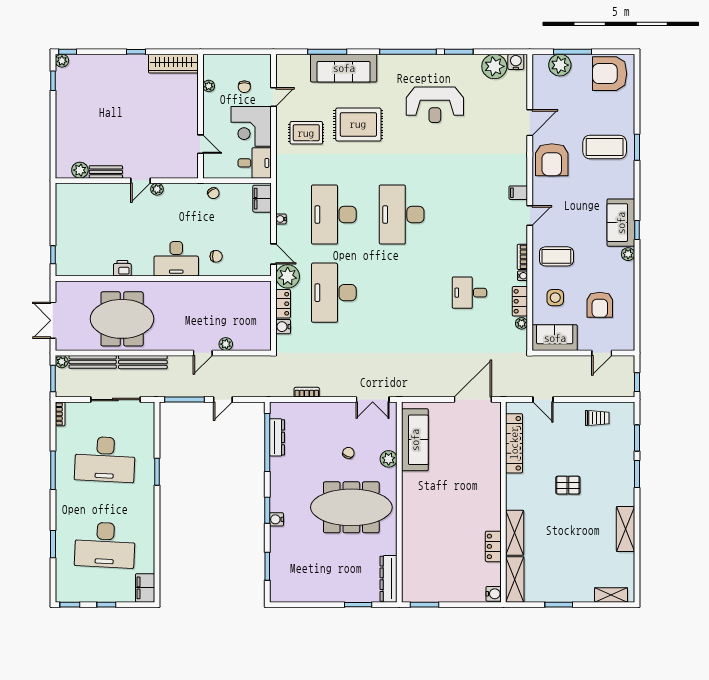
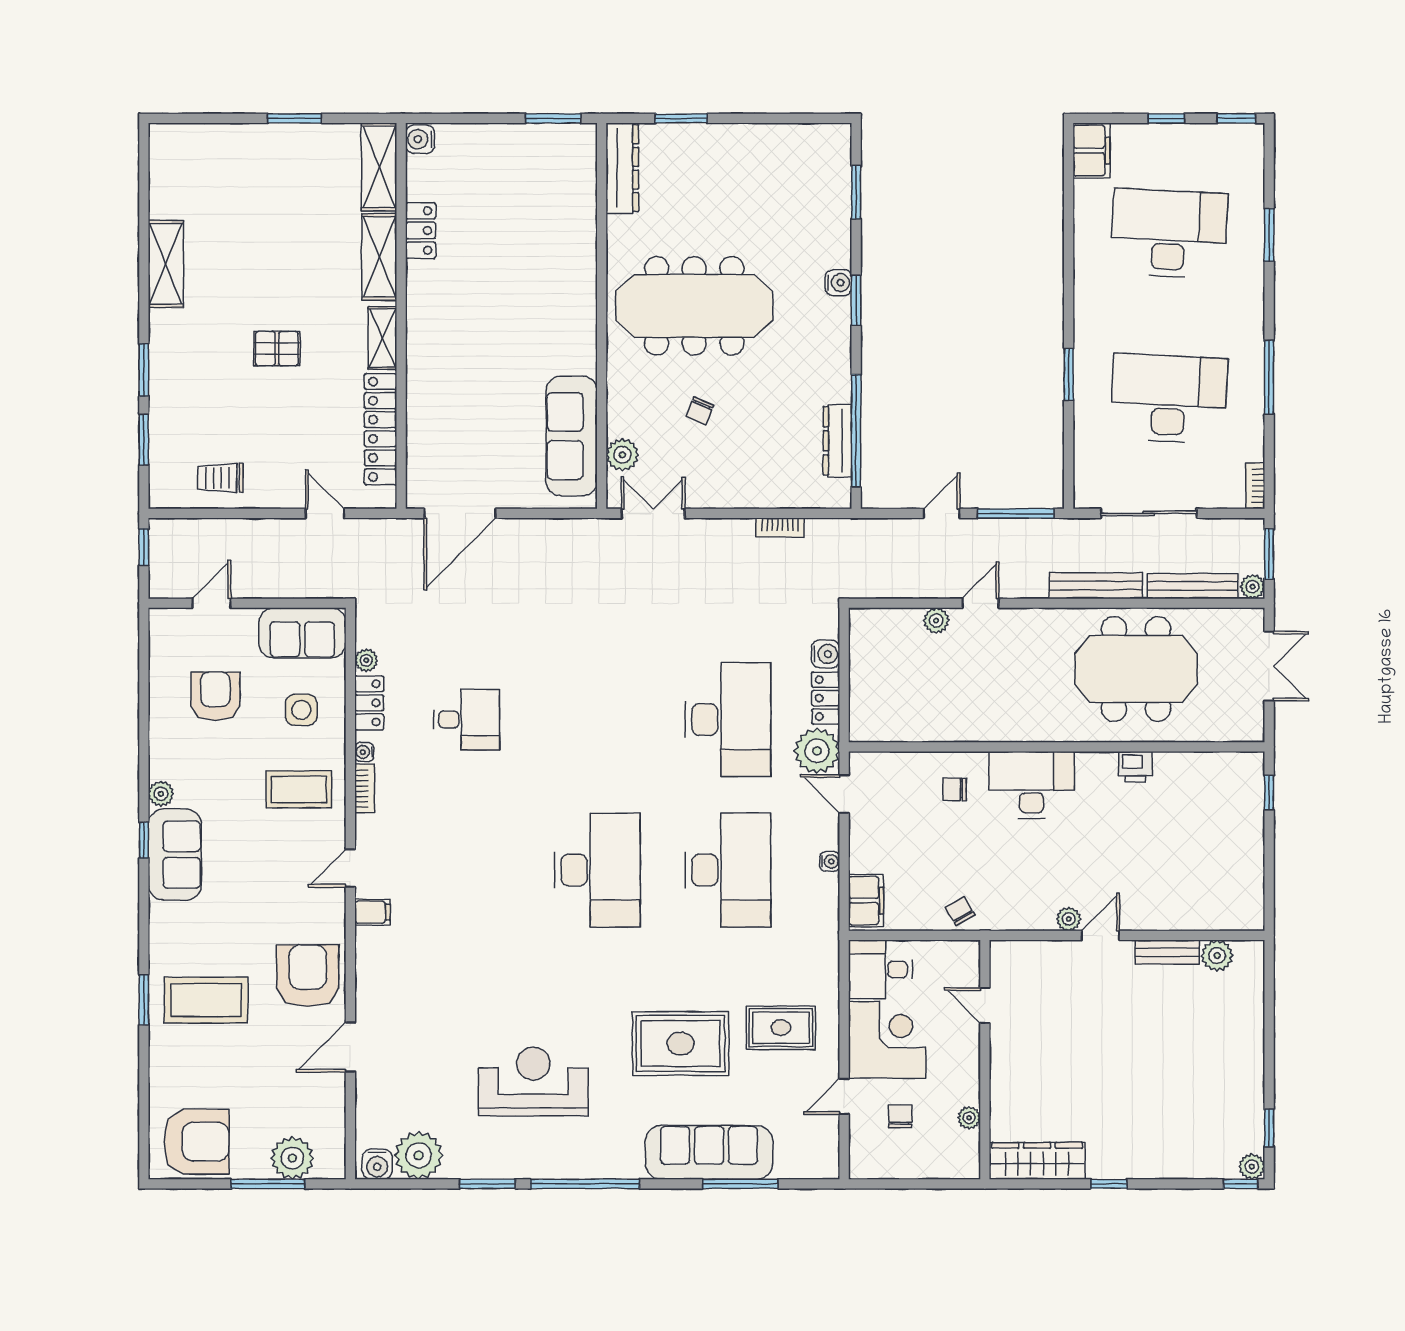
plant: (389, 459) -> (622, 455), moved
shelving: (611, 595) -> (382, 338), moved, turned 90

